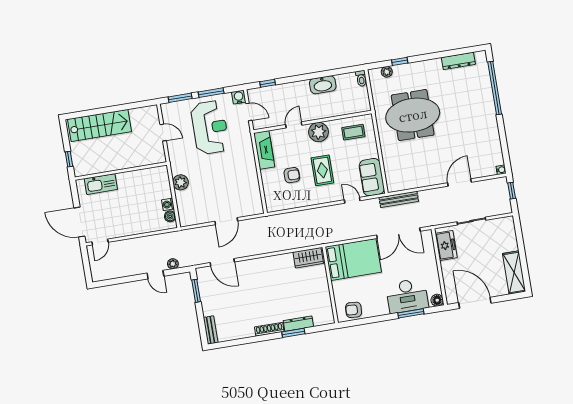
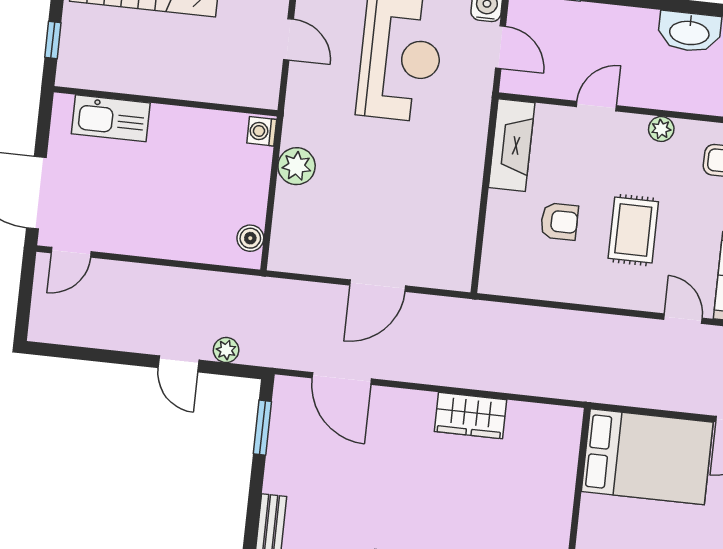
plant: (319, 132) -> (661, 129), width x0.53, depth x0.53
washing machine: (168, 204) -> (262, 131), moved
wardrobe: (308, 258) -> (471, 416), moved

